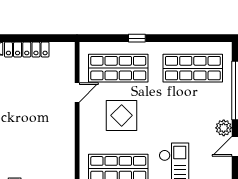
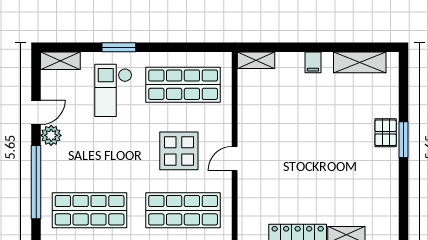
door: (77, 93) -> (235, 159), moved

